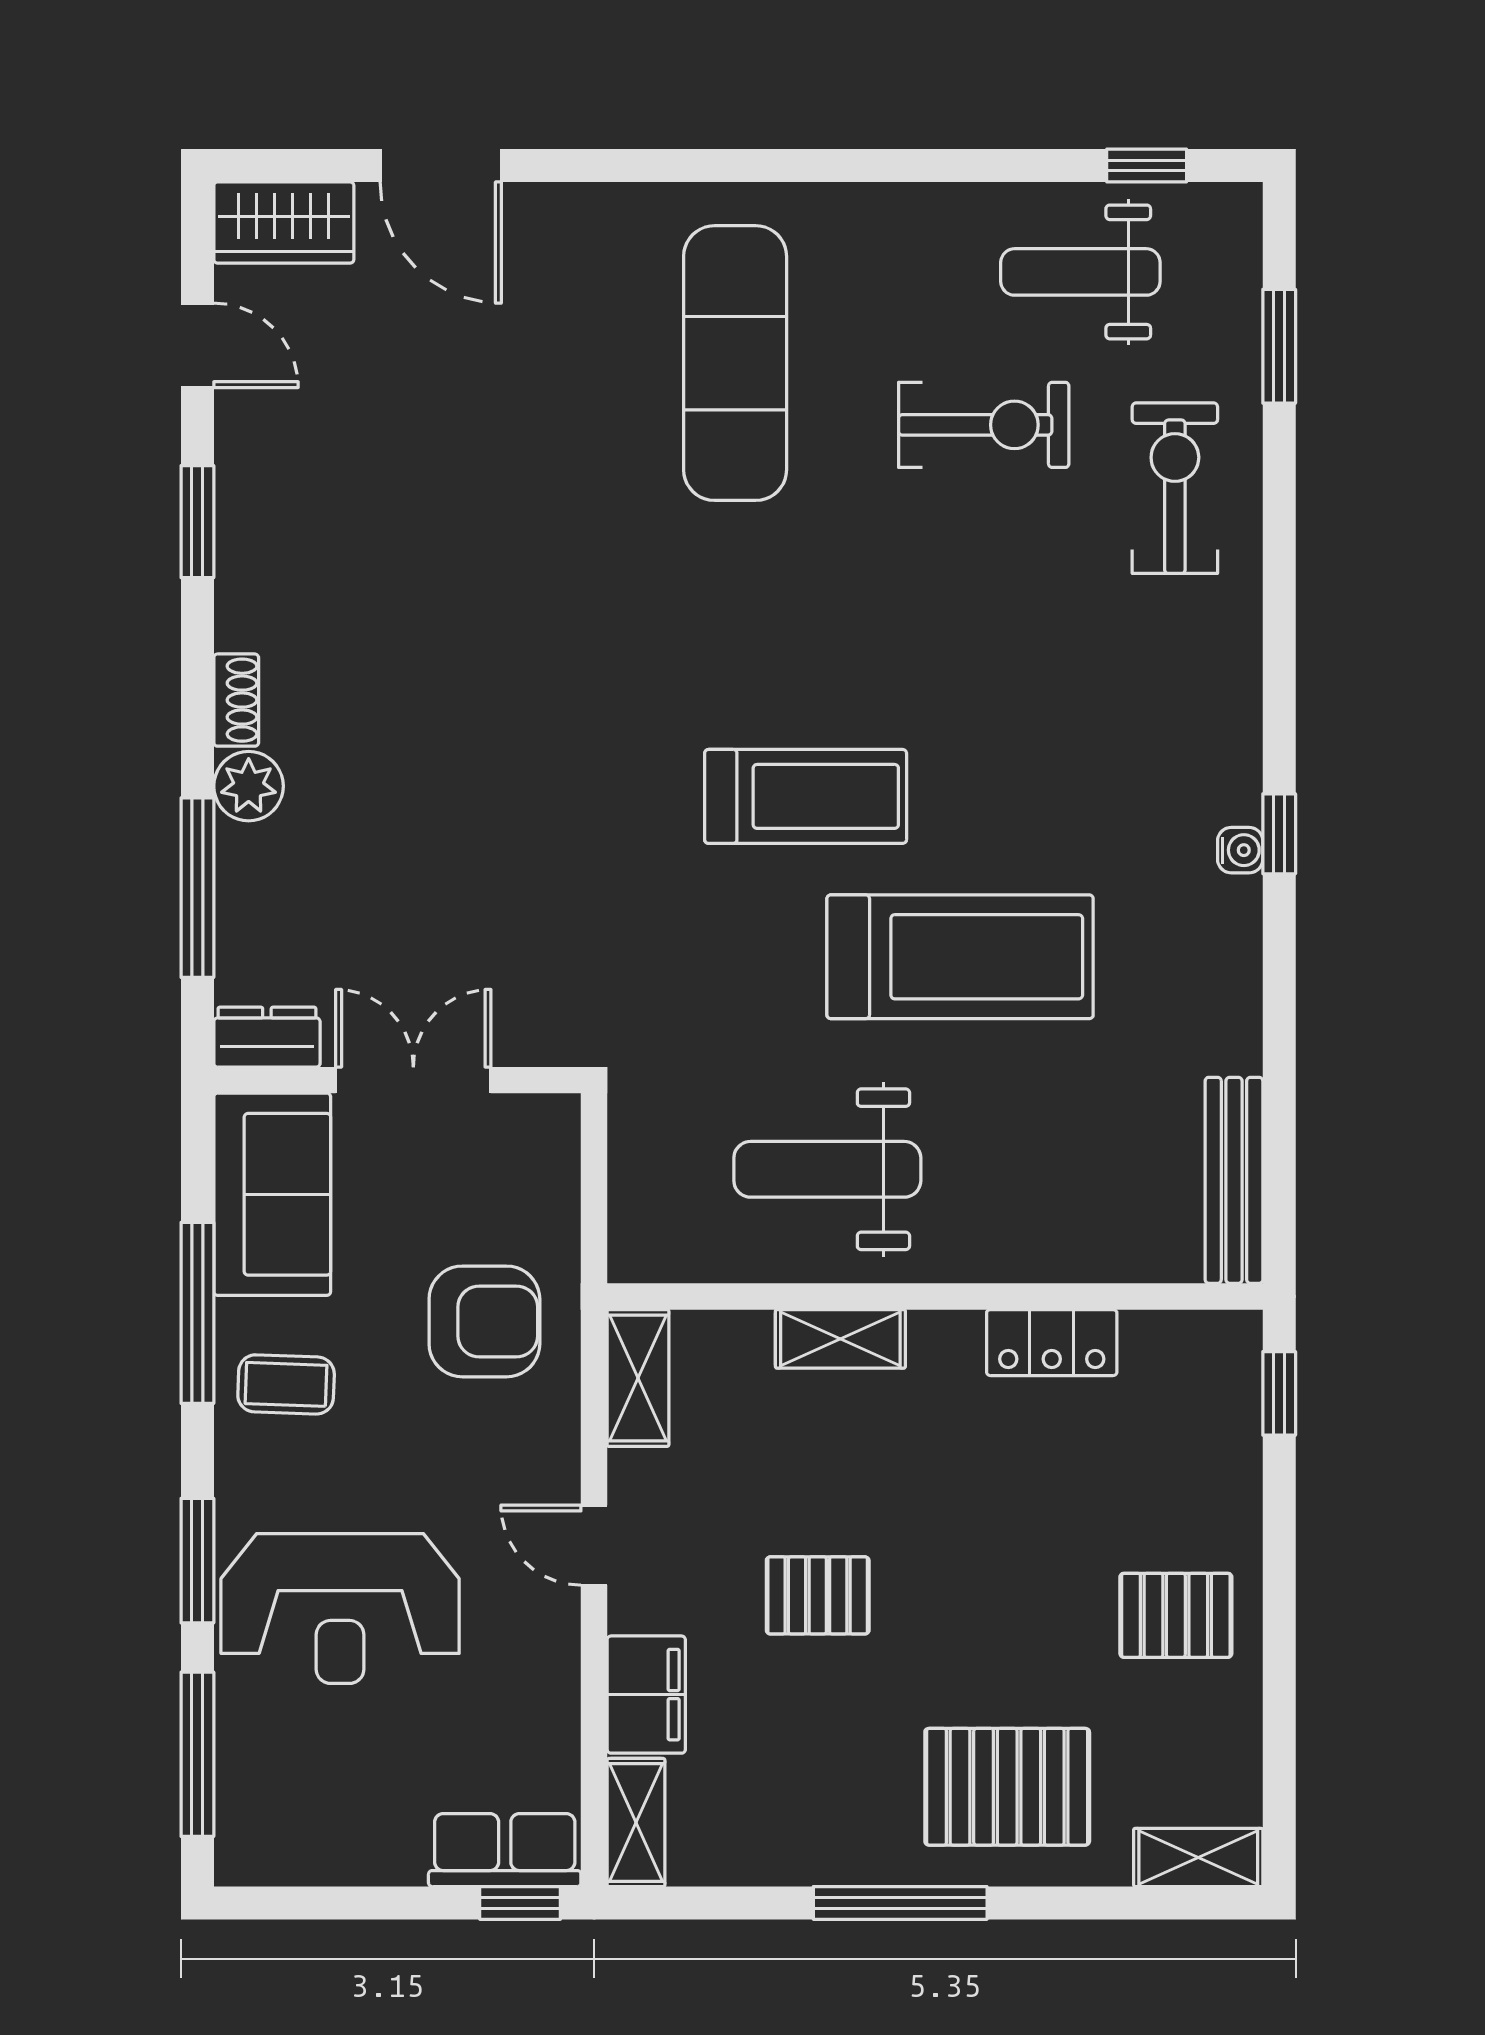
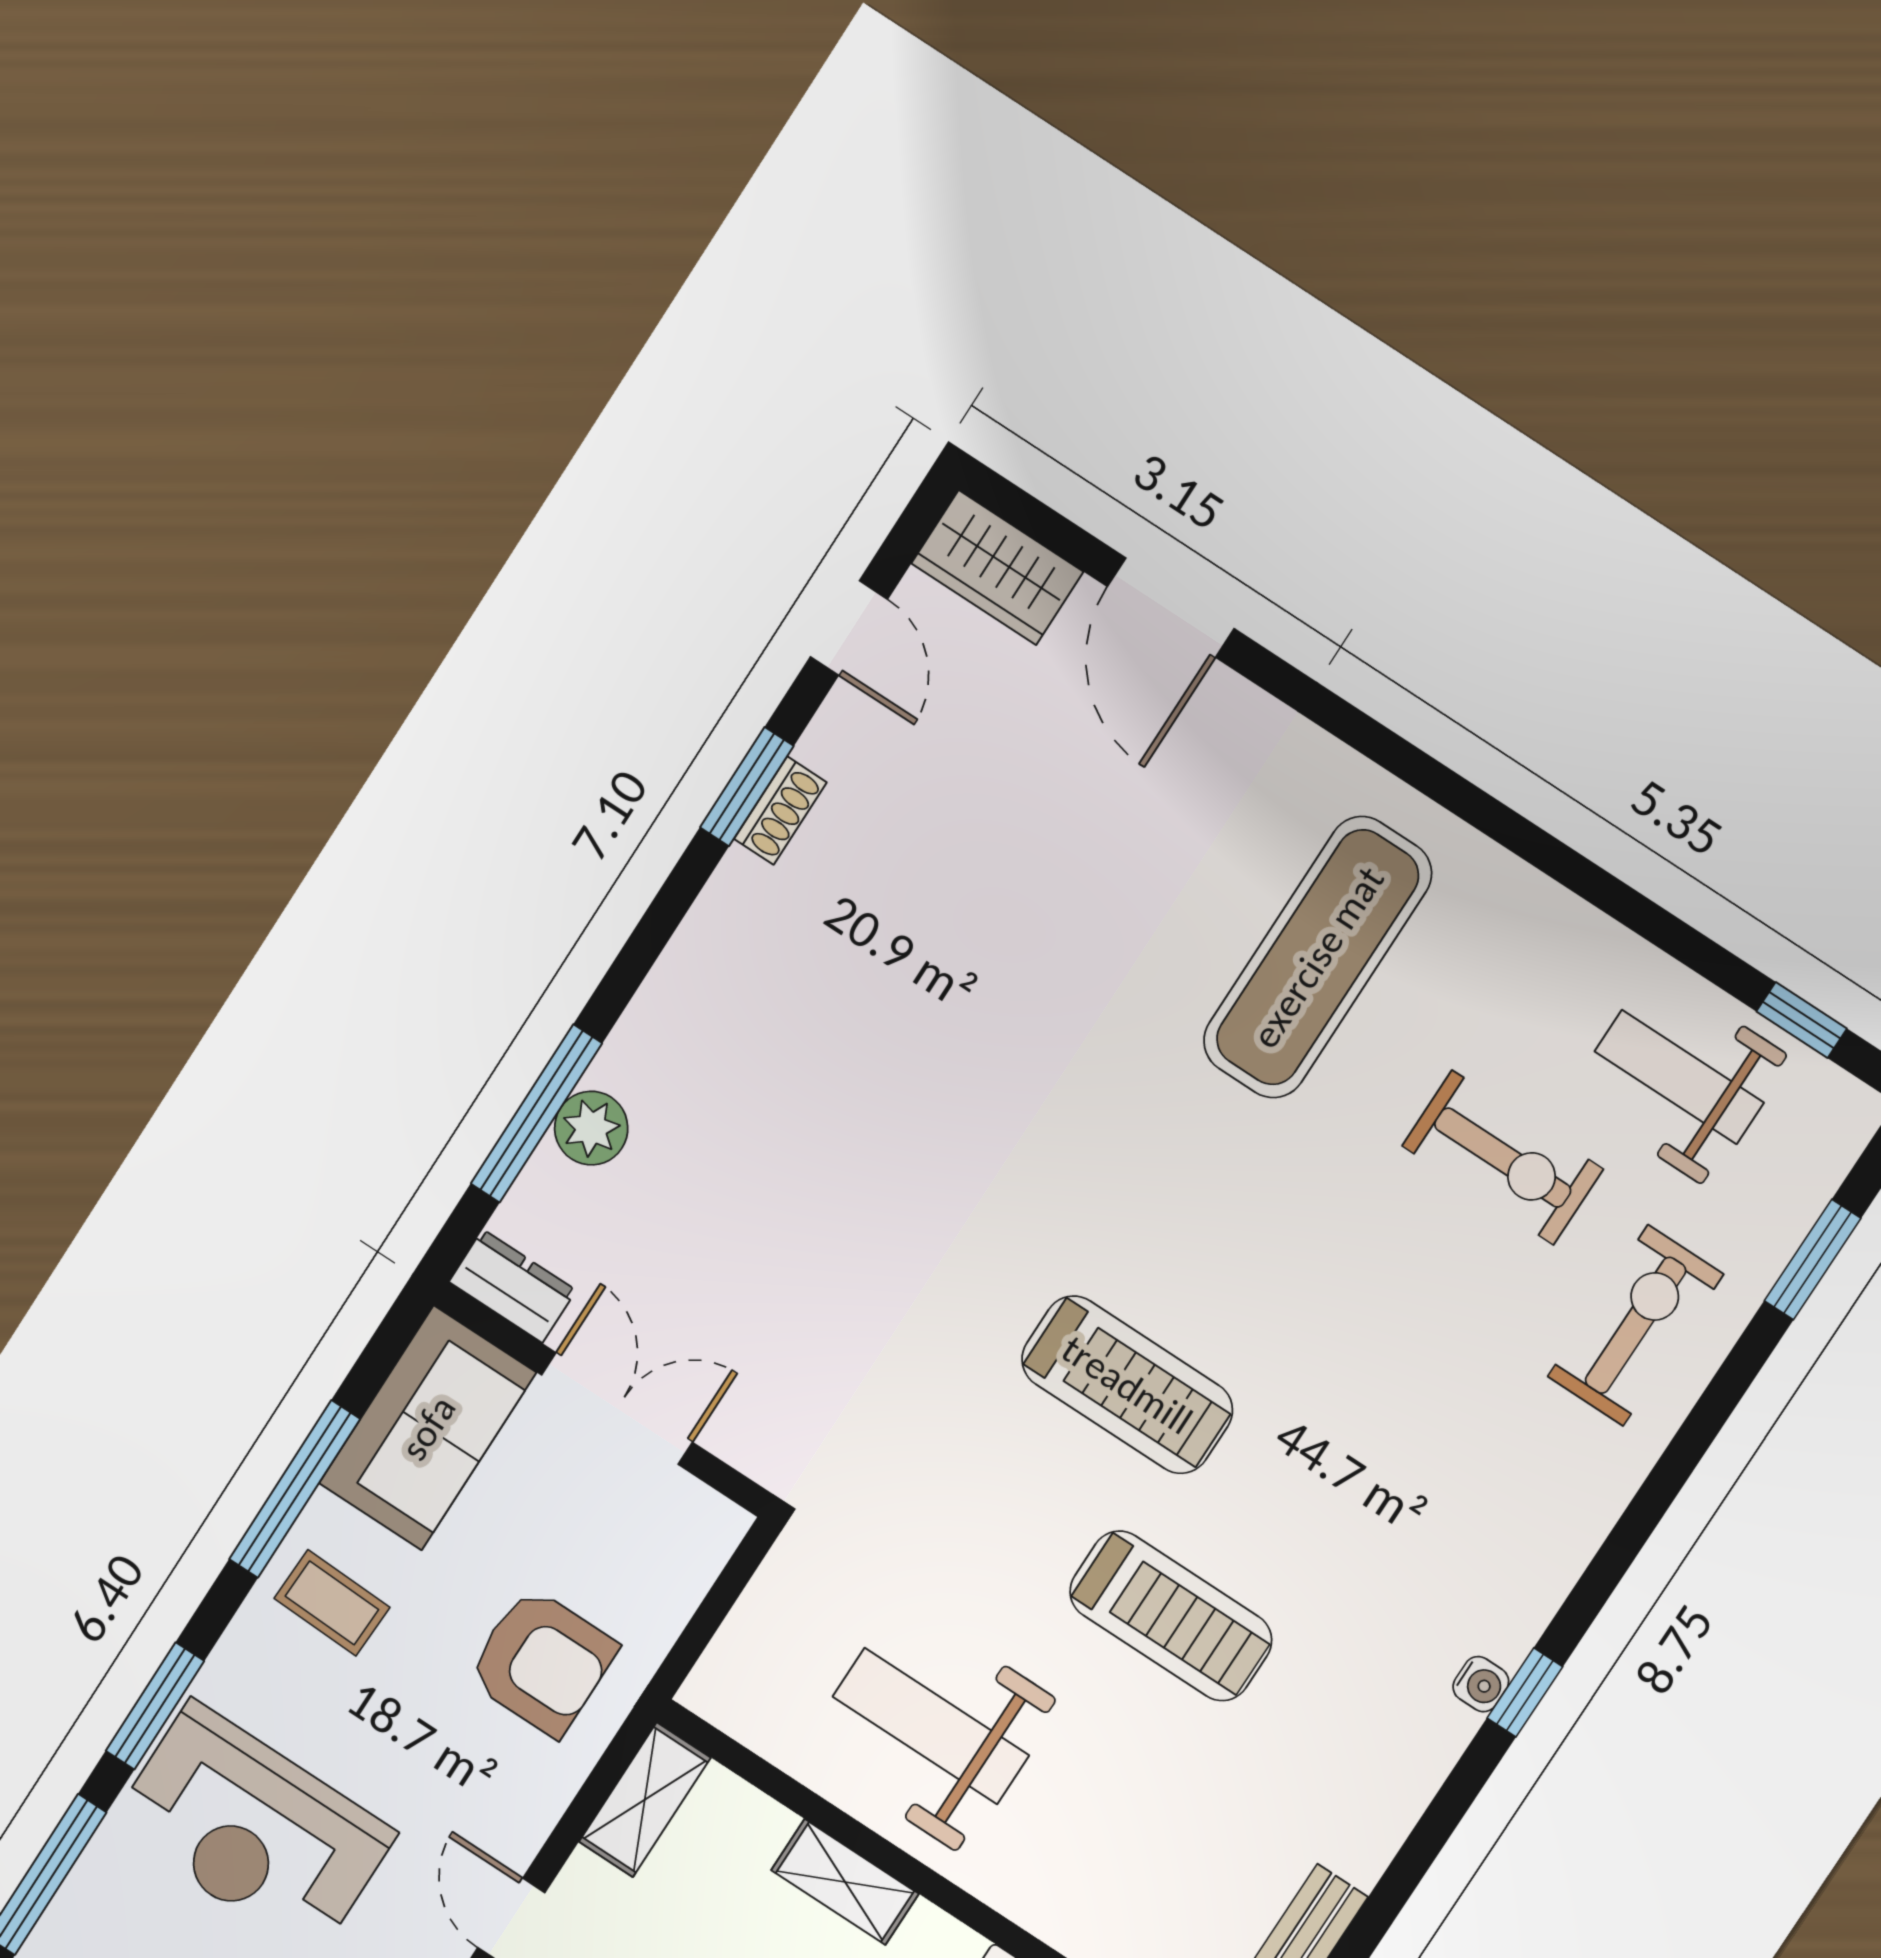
shoe rack: (236, 700) -> (780, 811), moved
plant: (249, 786) -> (591, 1128), moved
treadmill: (960, 957) -> (1171, 1616), width x0.73, depth x0.73

